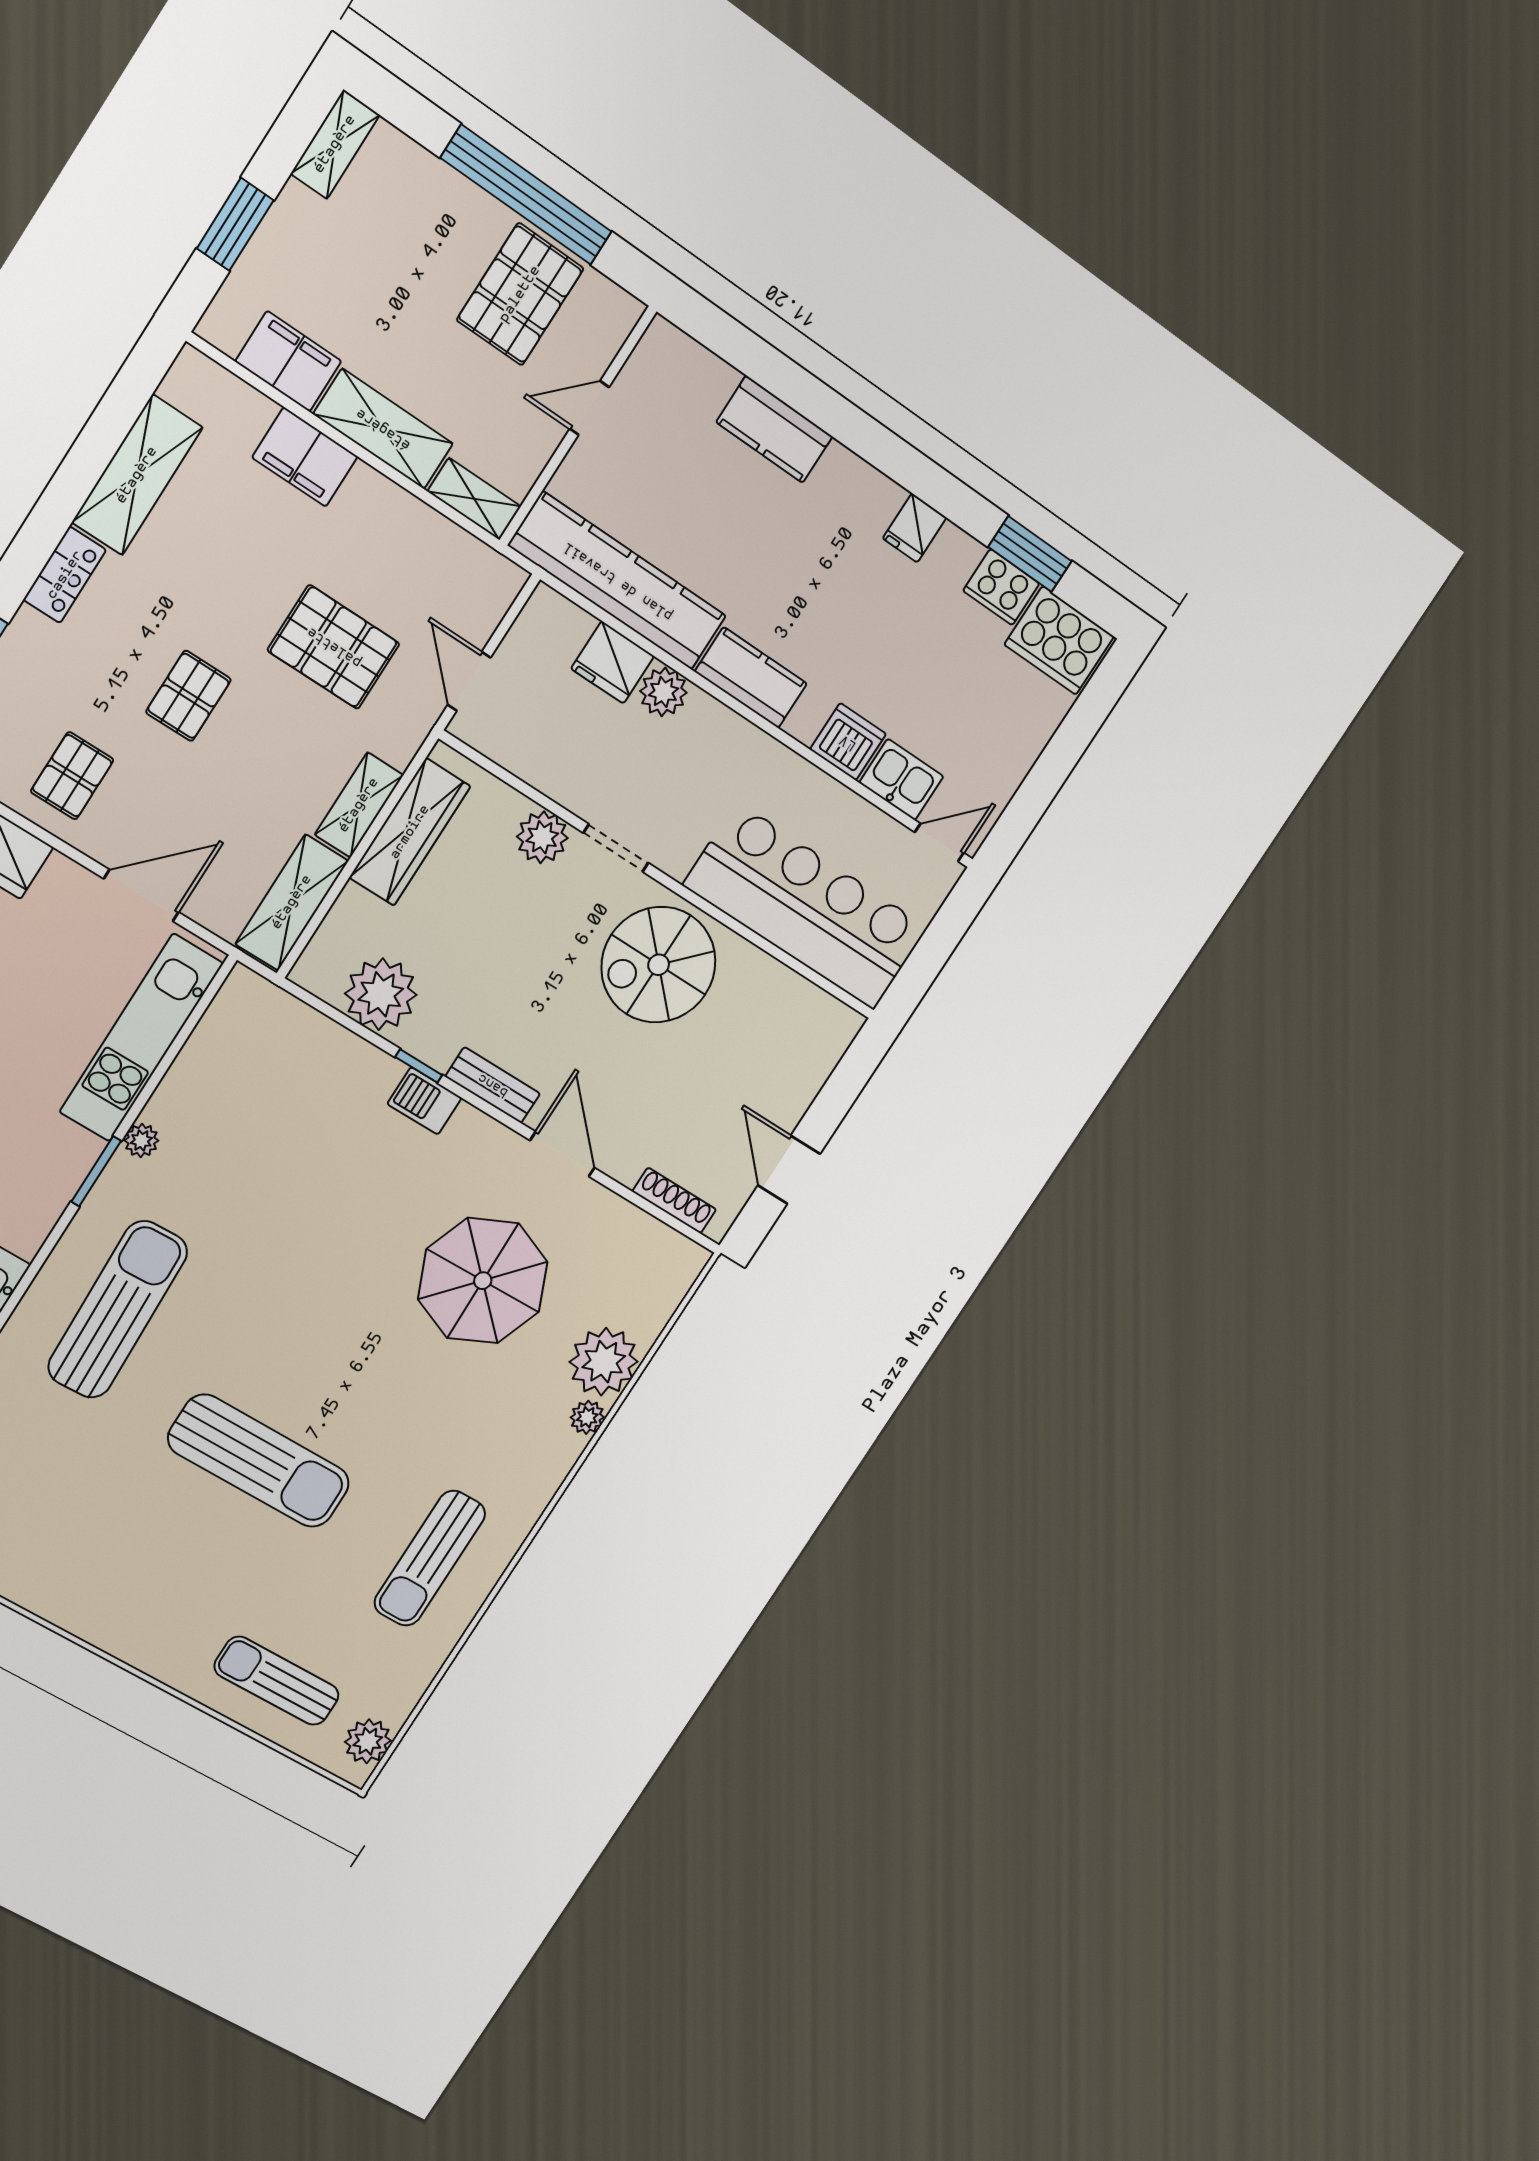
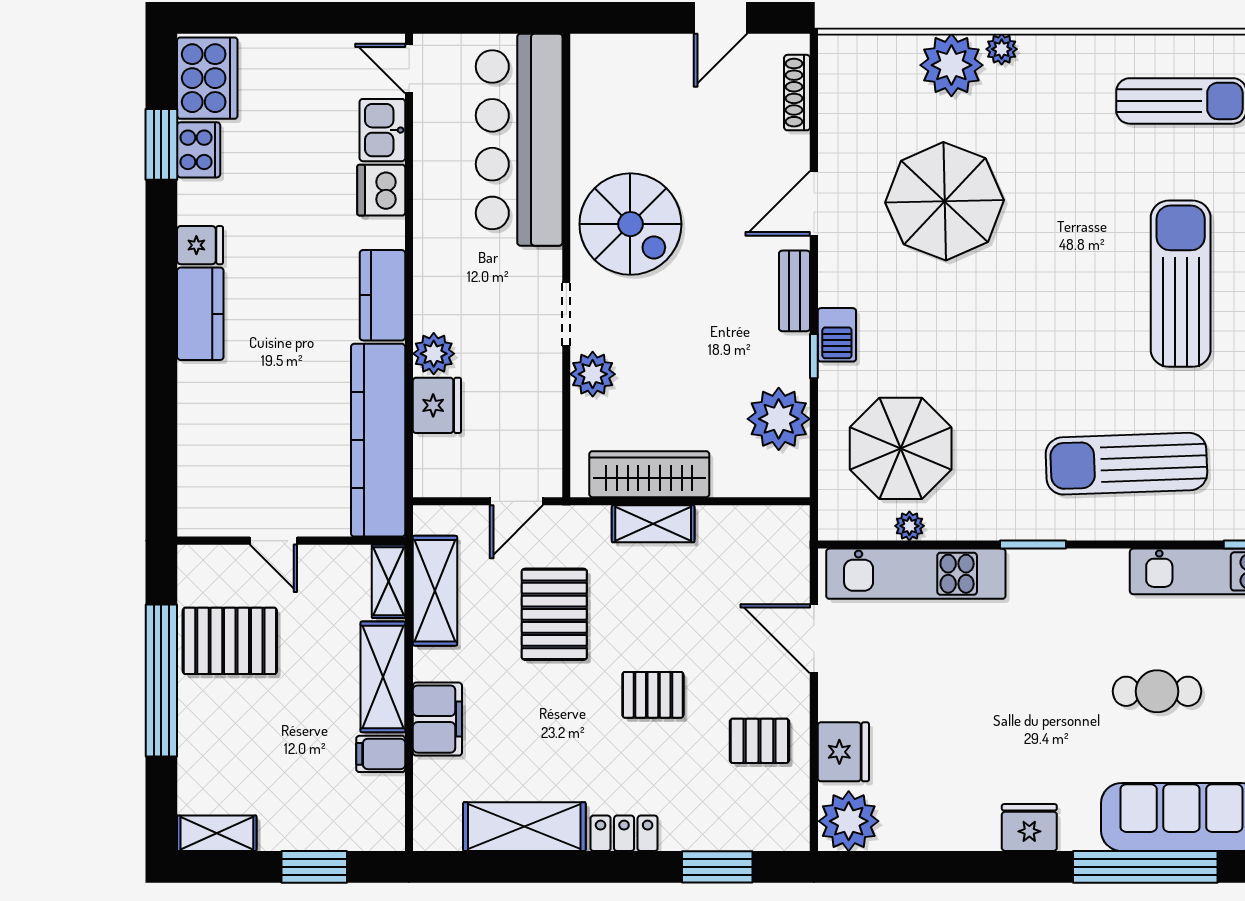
filing cabinet: (288, 361) -> (381, 754), width x0.50
kitchen counter: (774, 429) -> (200, 314), moved
shelving: (292, 902) -> (435, 591), moved, turned 90
parasol: (275, 1097) -> (901, 448), added
plant: (141, 1140) -> (909, 526), moved

